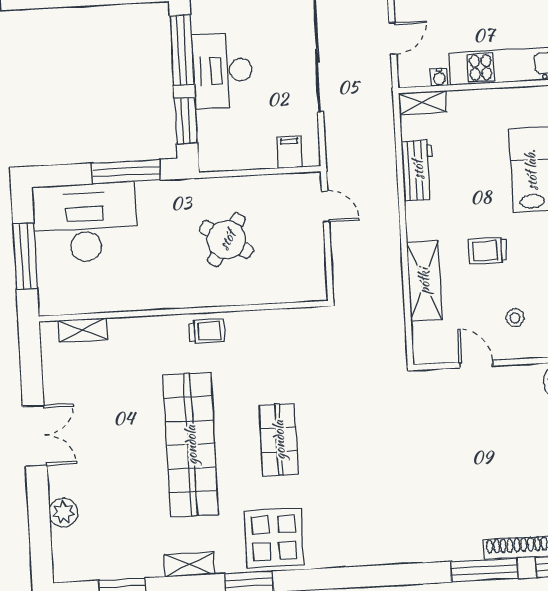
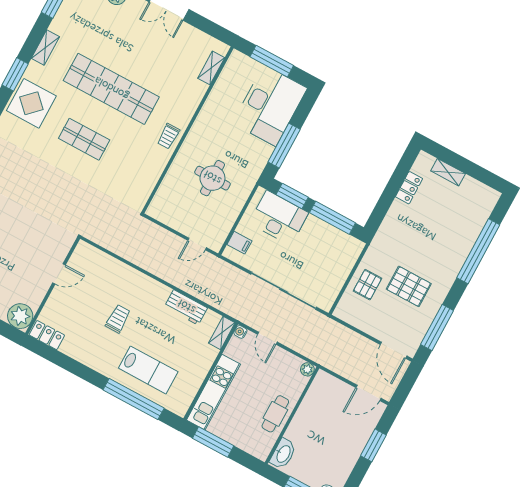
desk: (223, 71) -> (279, 218), moved
water cooler: (439, 77) -> (240, 332), moved
round table: (227, 240) -> (212, 178), turned -33
shelving: (424, 281) -> (123, 274), removed
stool: (515, 318) -> (72, 311), removed

